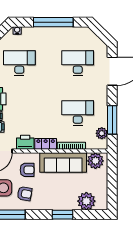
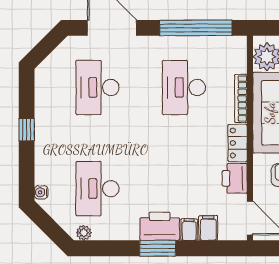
window: (53, 22) -> (27, 130), width x0.32
window: (112, 120) -> (196, 28), width x1.46
plant: (102, 133) -> (219, 46), removed

